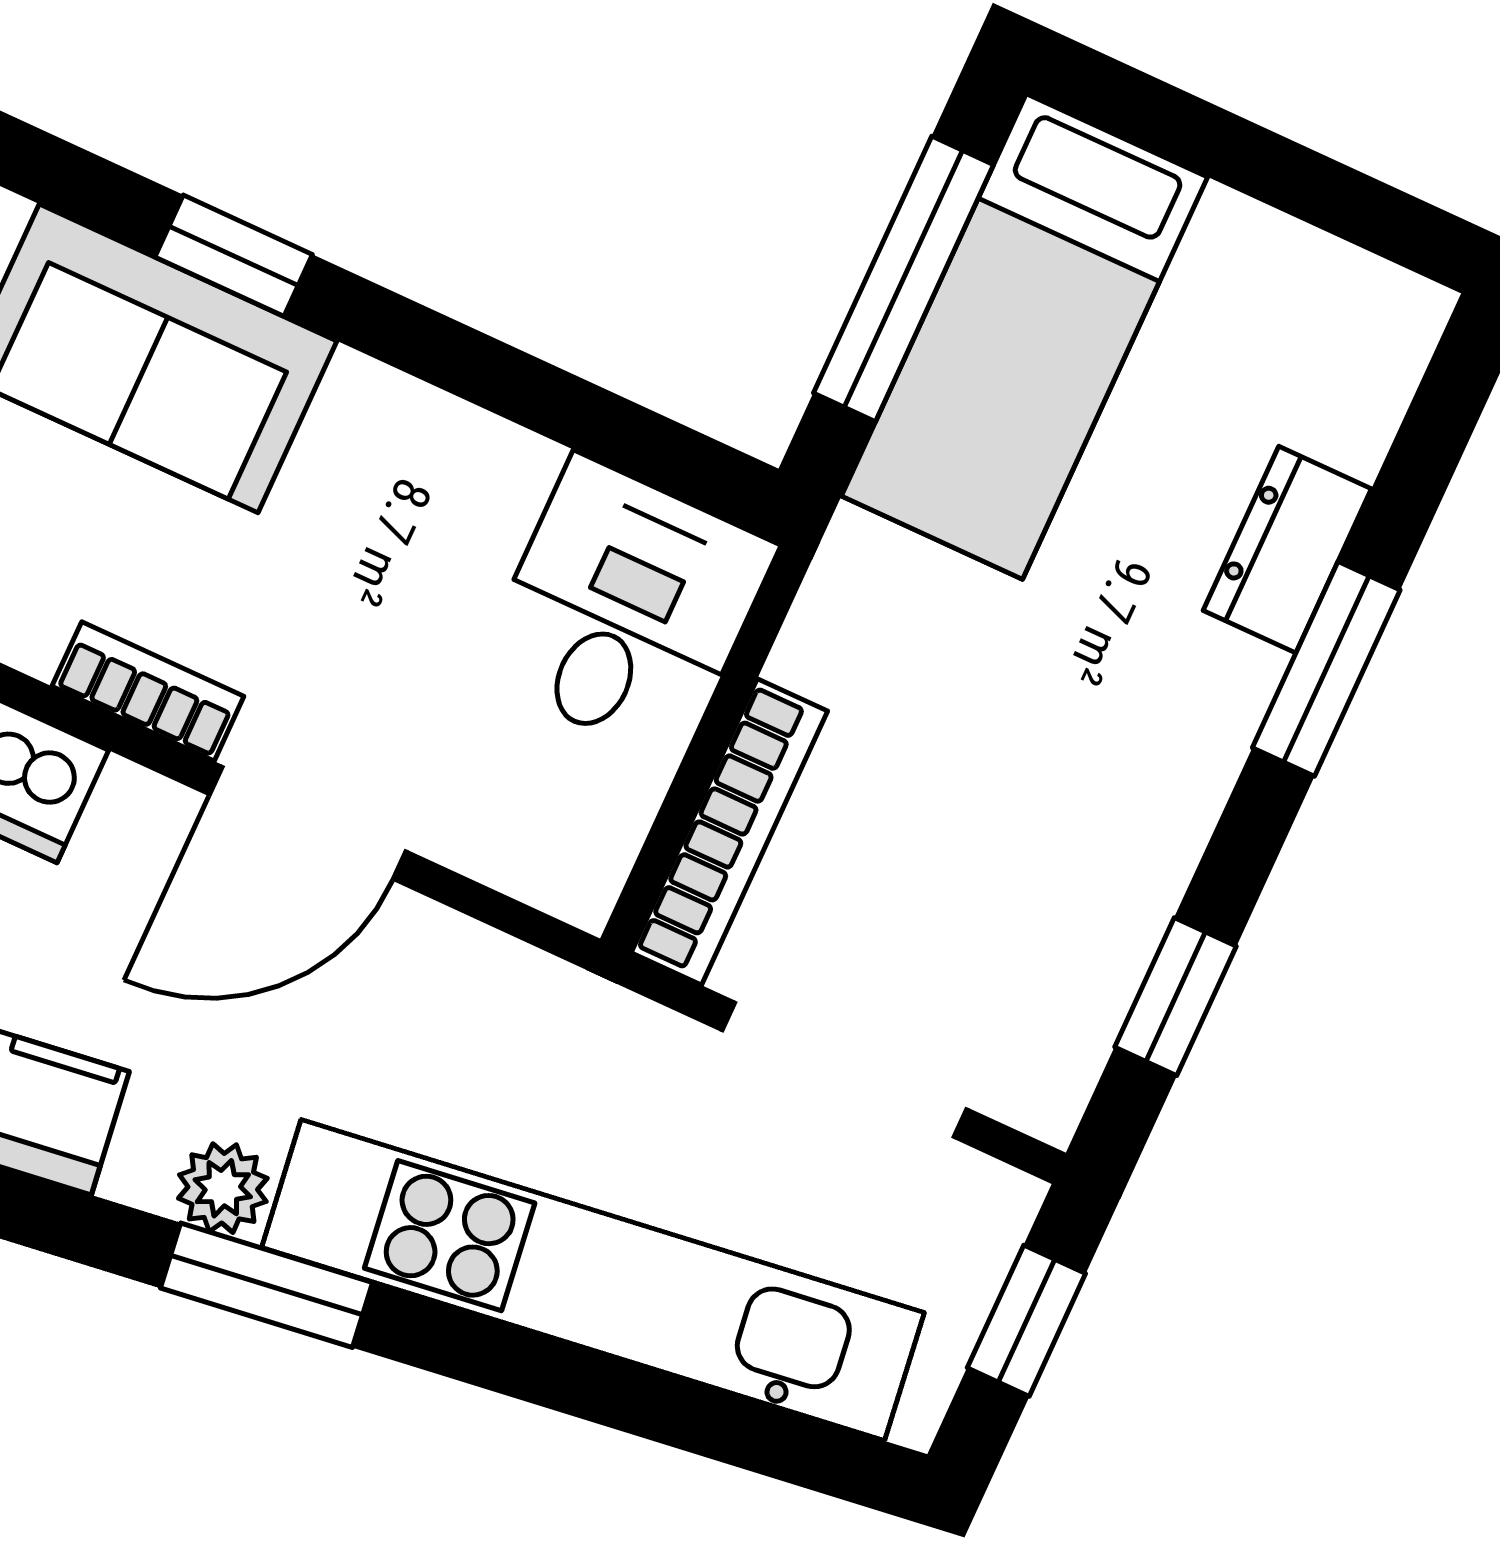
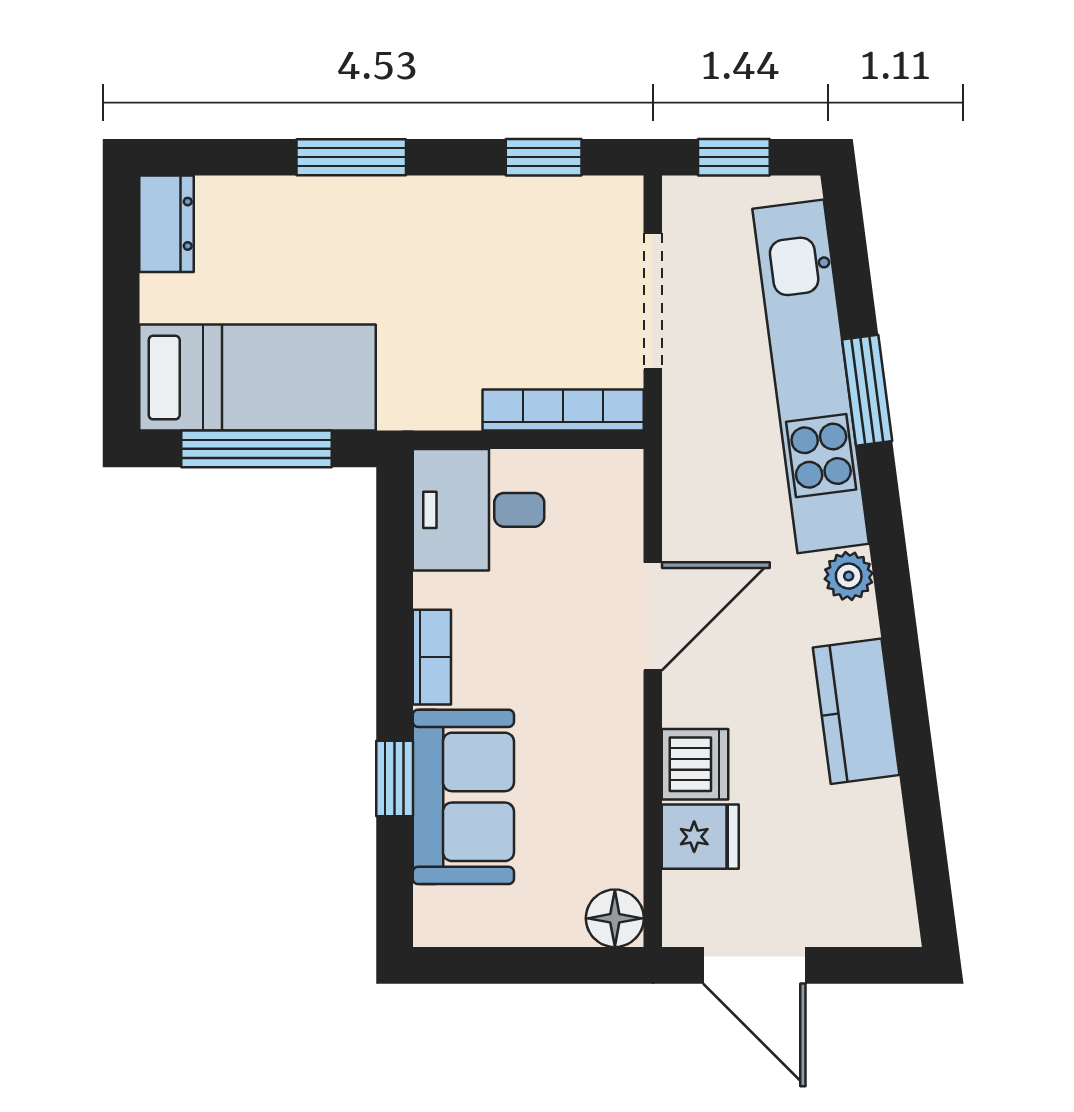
dresser: (1287, 550) -> (167, 224), moved, turned -90
bookcase: (148, 691) -> (432, 657), moved, turned 180
door: (308, 823) -> (653, 616), hinge flipped
window: (267, 1285) -> (867, 390), moved

